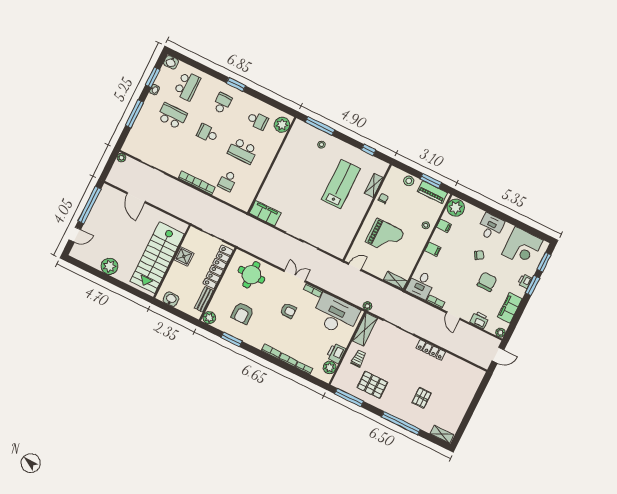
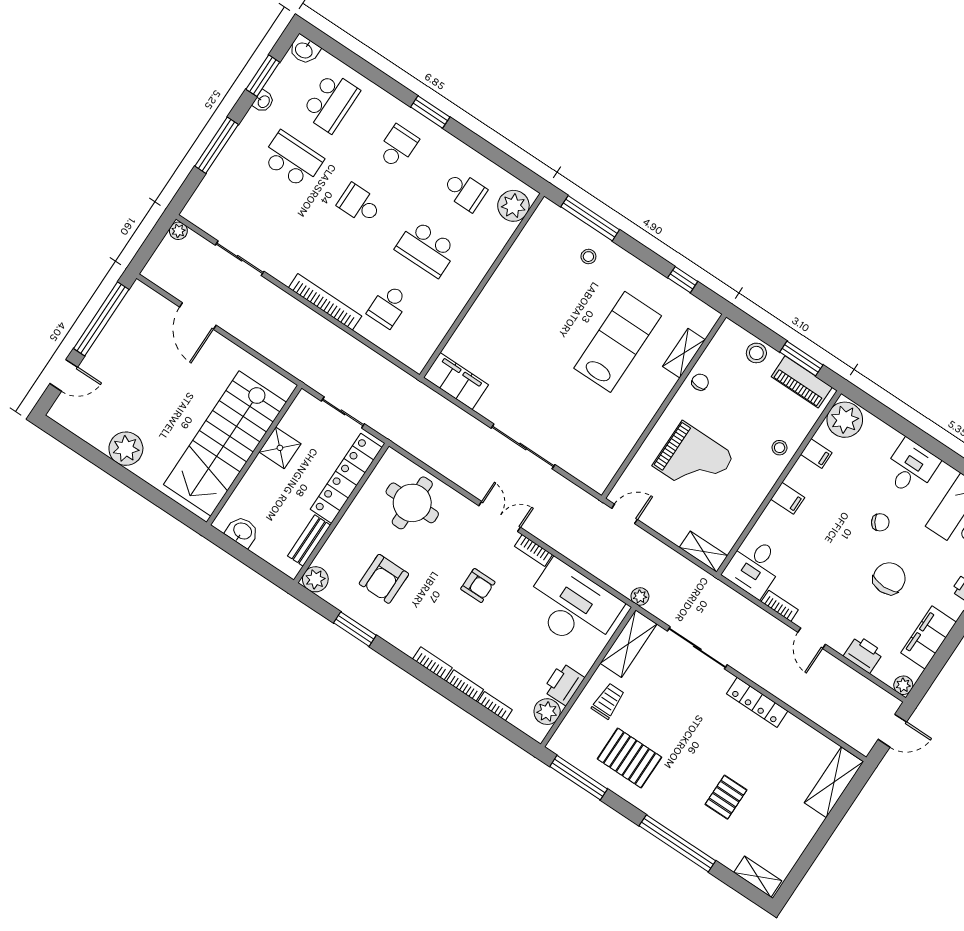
shelving: (473, 384) -> (834, 782), added

